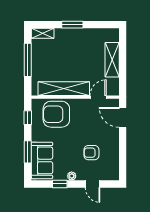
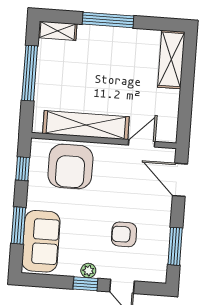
window: (72, 25) -> (108, 20), width x1.44
shelving: (112, 60) -> (171, 59), moved
armchair: (56, 114) -> (70, 166), turned -90
window: (123, 158) -> (175, 246), added
window: (60, 184) -> (85, 284), moved

